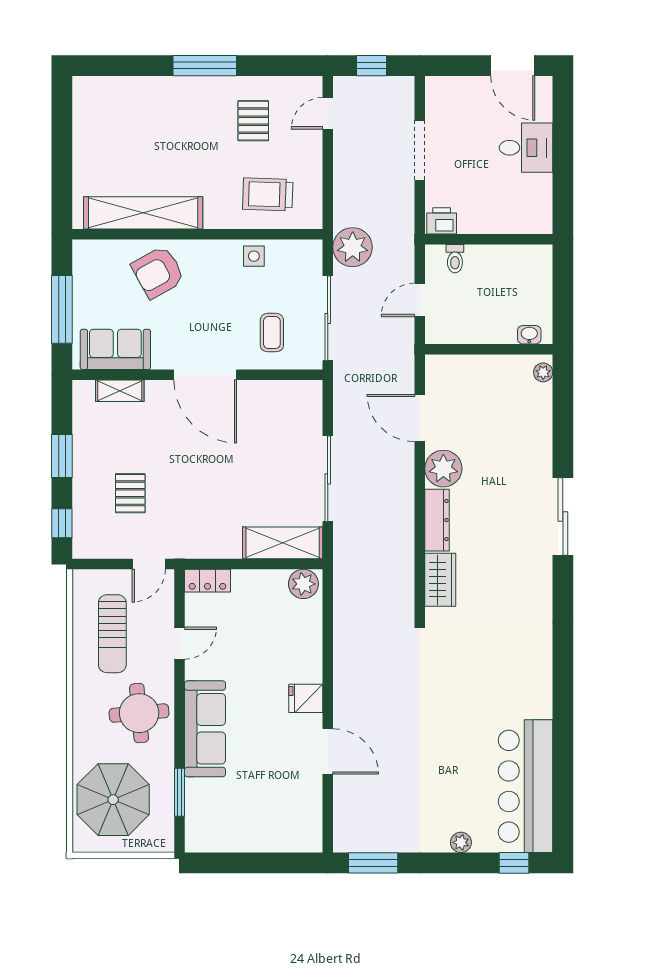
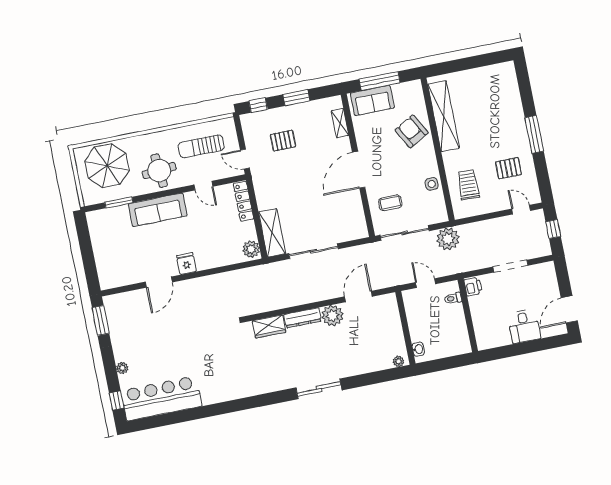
sofa: (115, 349) -> (372, 100), moved, turned 90
locker: (207, 581) -> (243, 201), width x1.53

